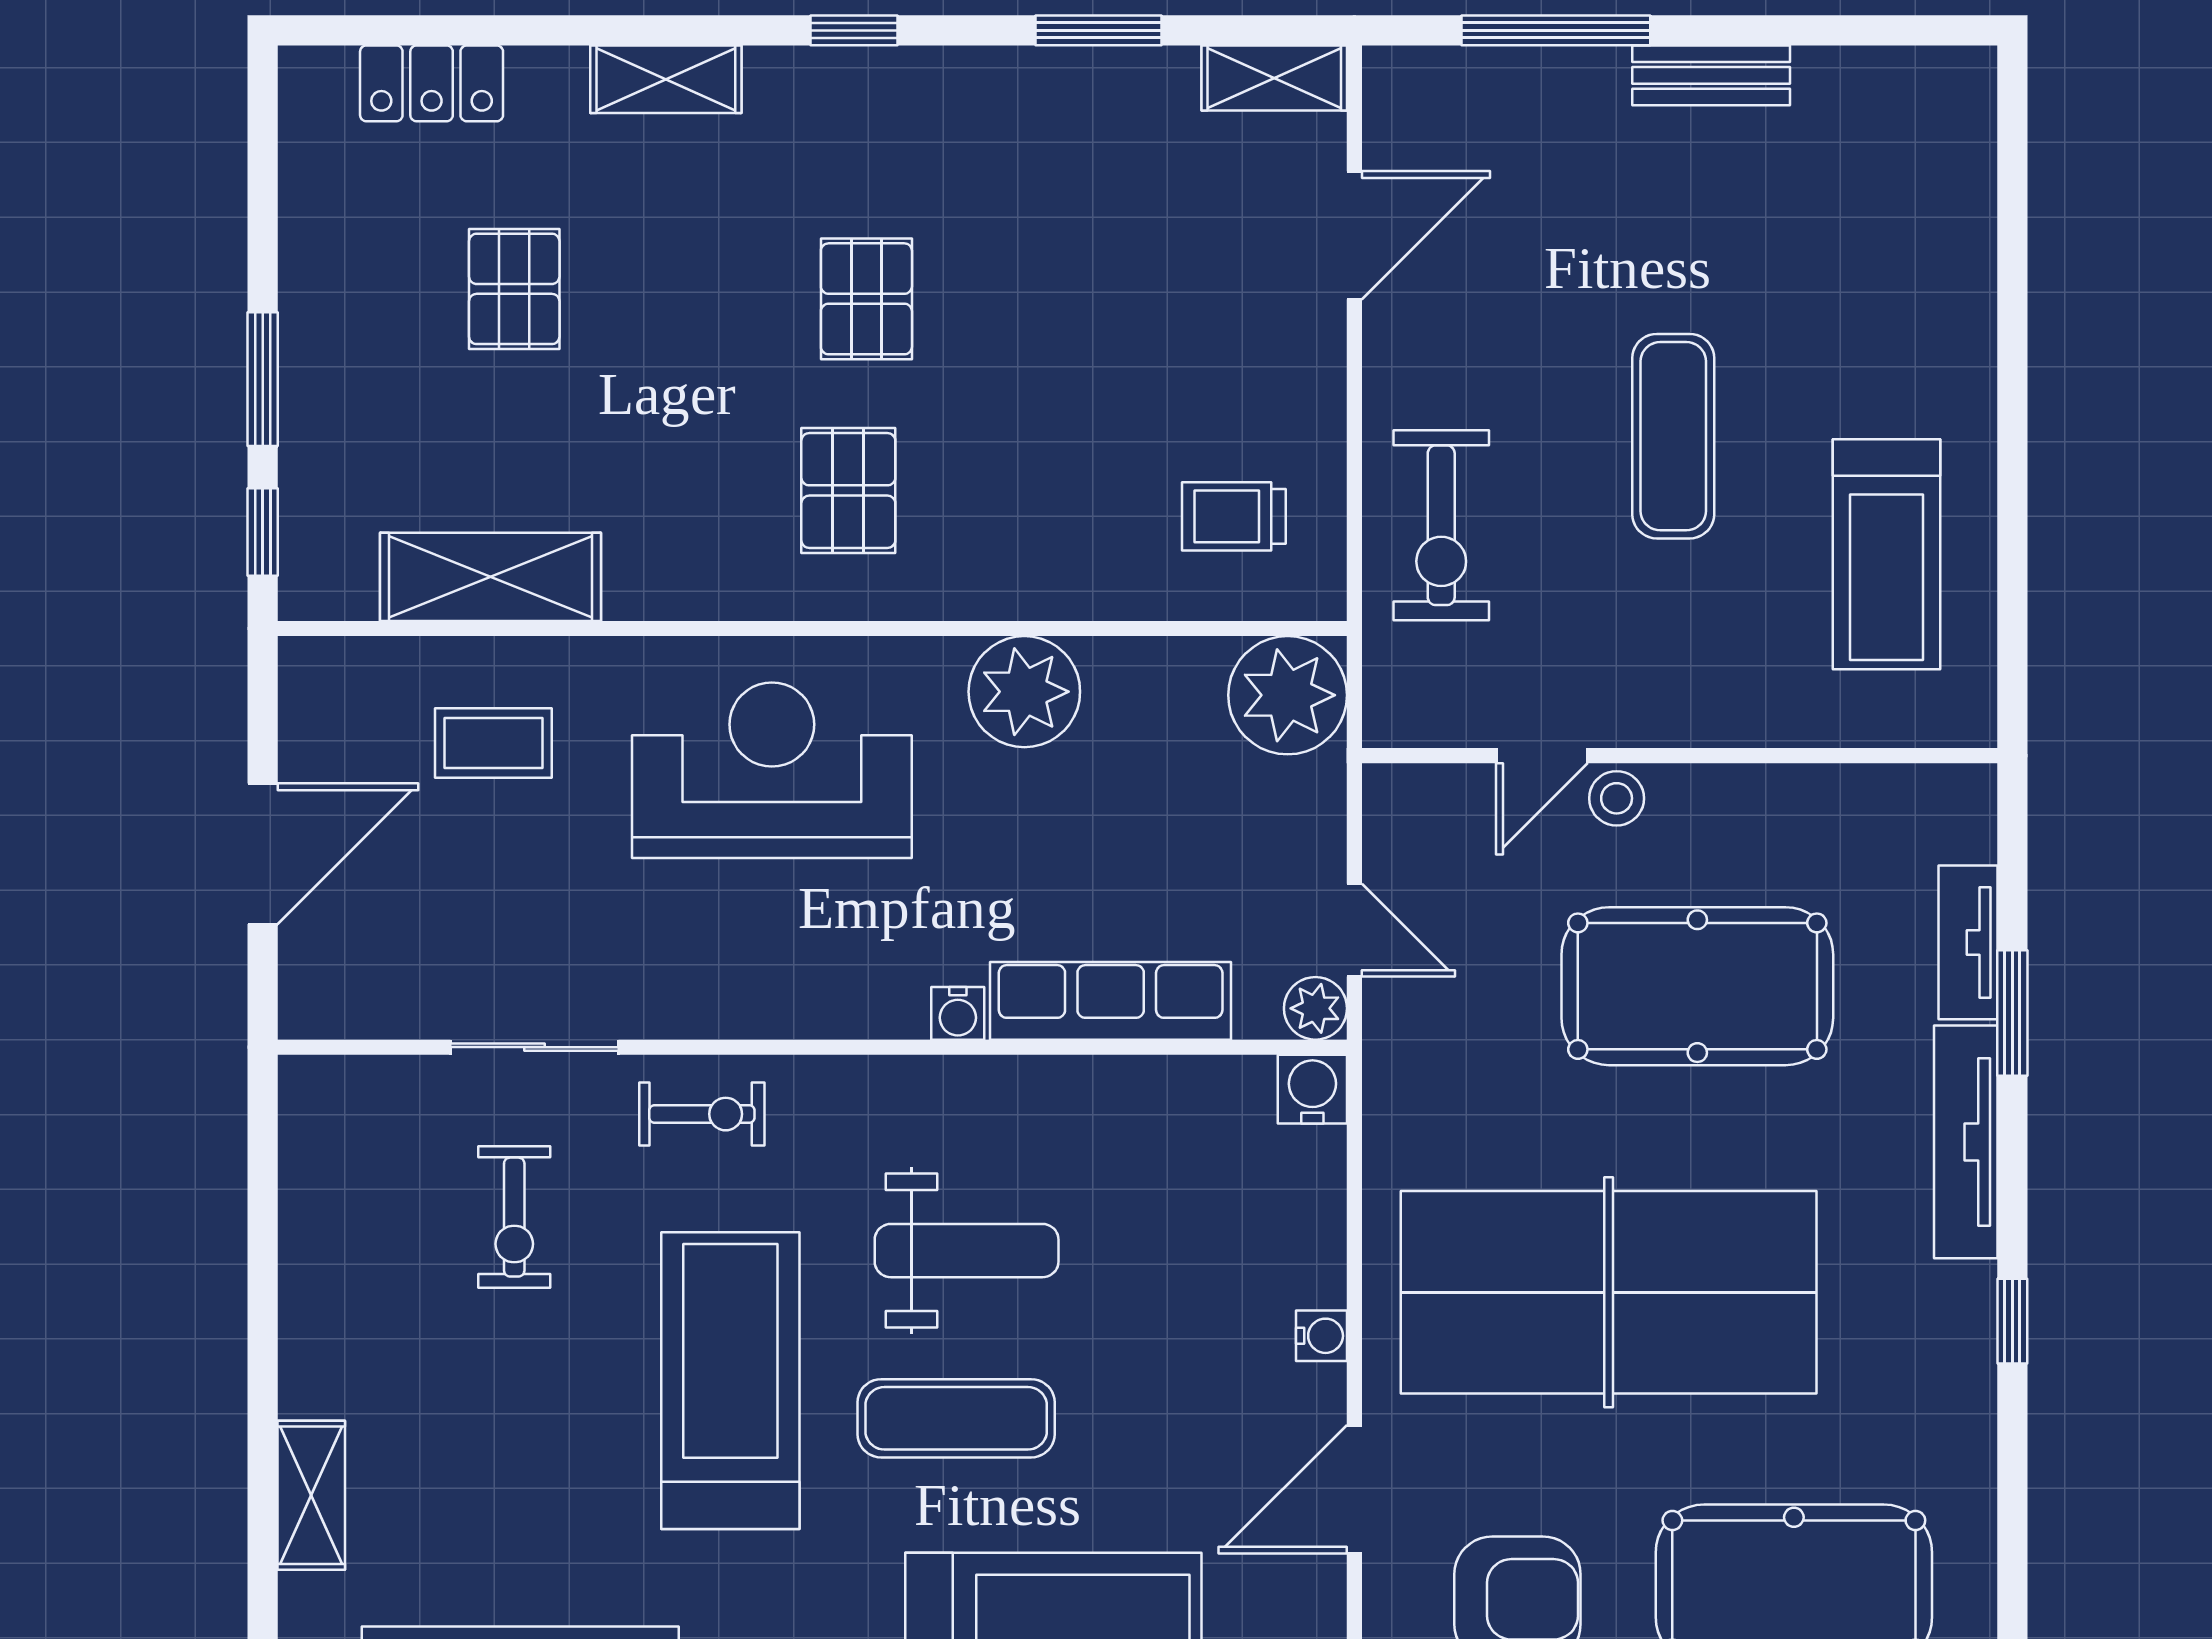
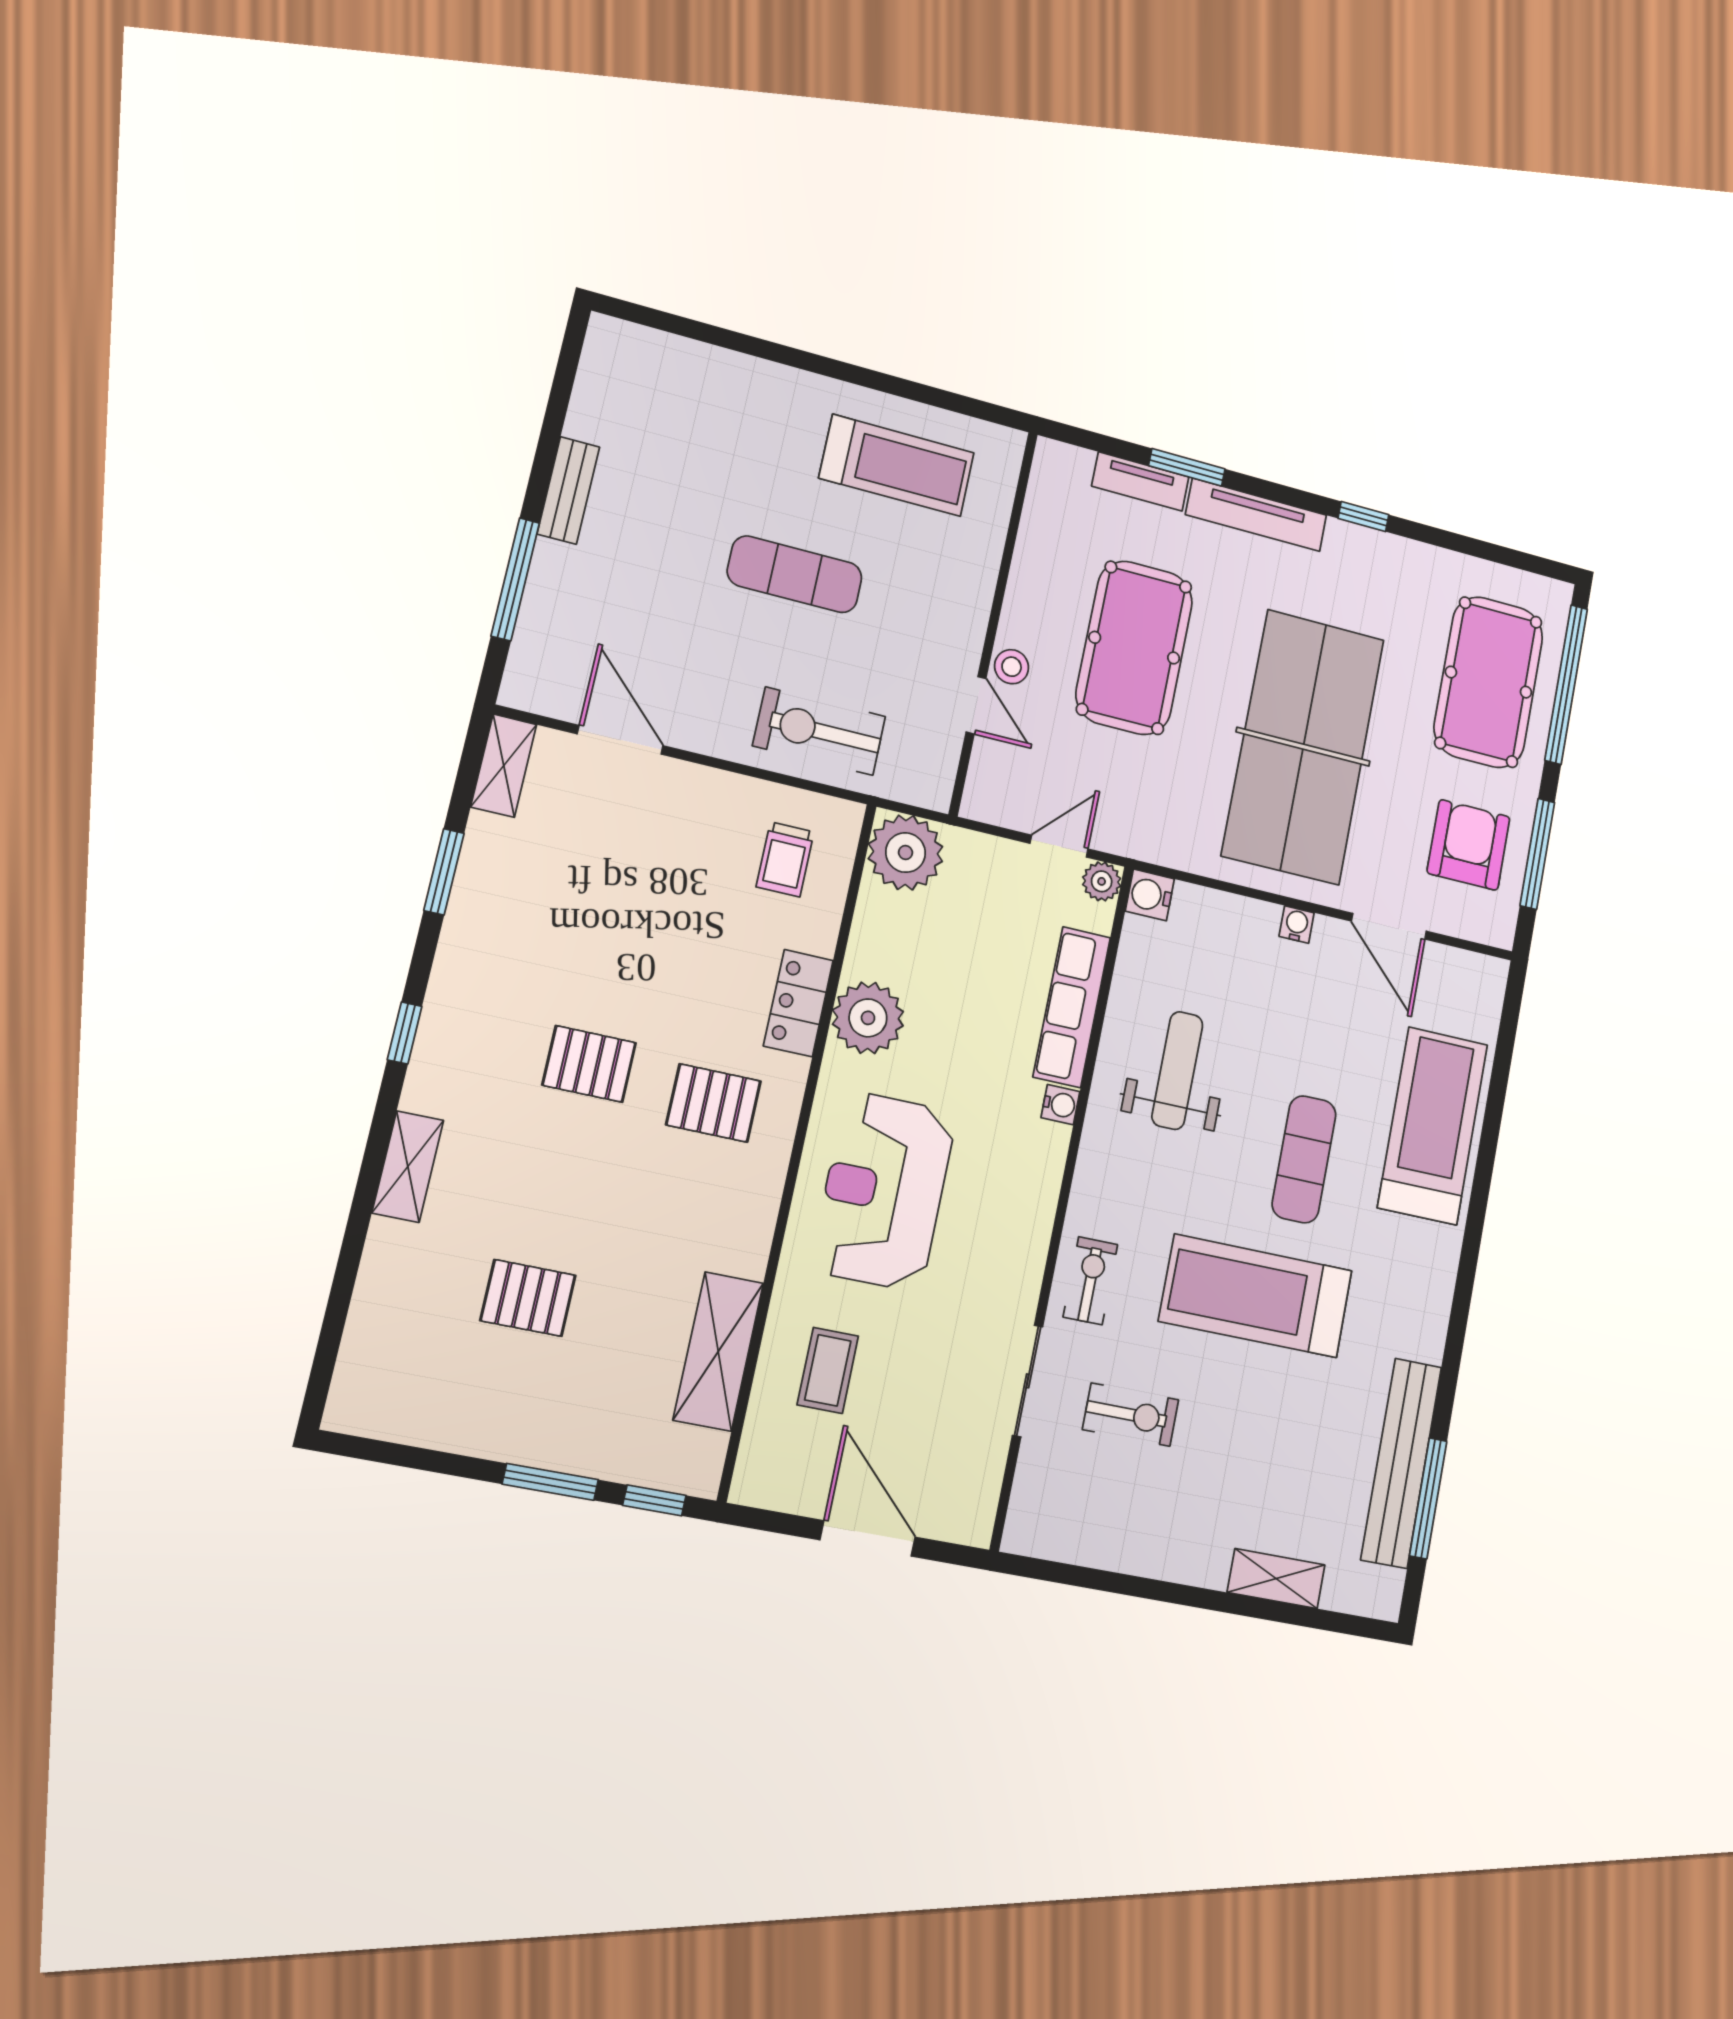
locker: (432, 83) -> (798, 1003), moved, turned 180
exercise bike: (1441, 525) -> (819, 731), turned 180
weight bench: (967, 1251) -> (1177, 1070), moved

